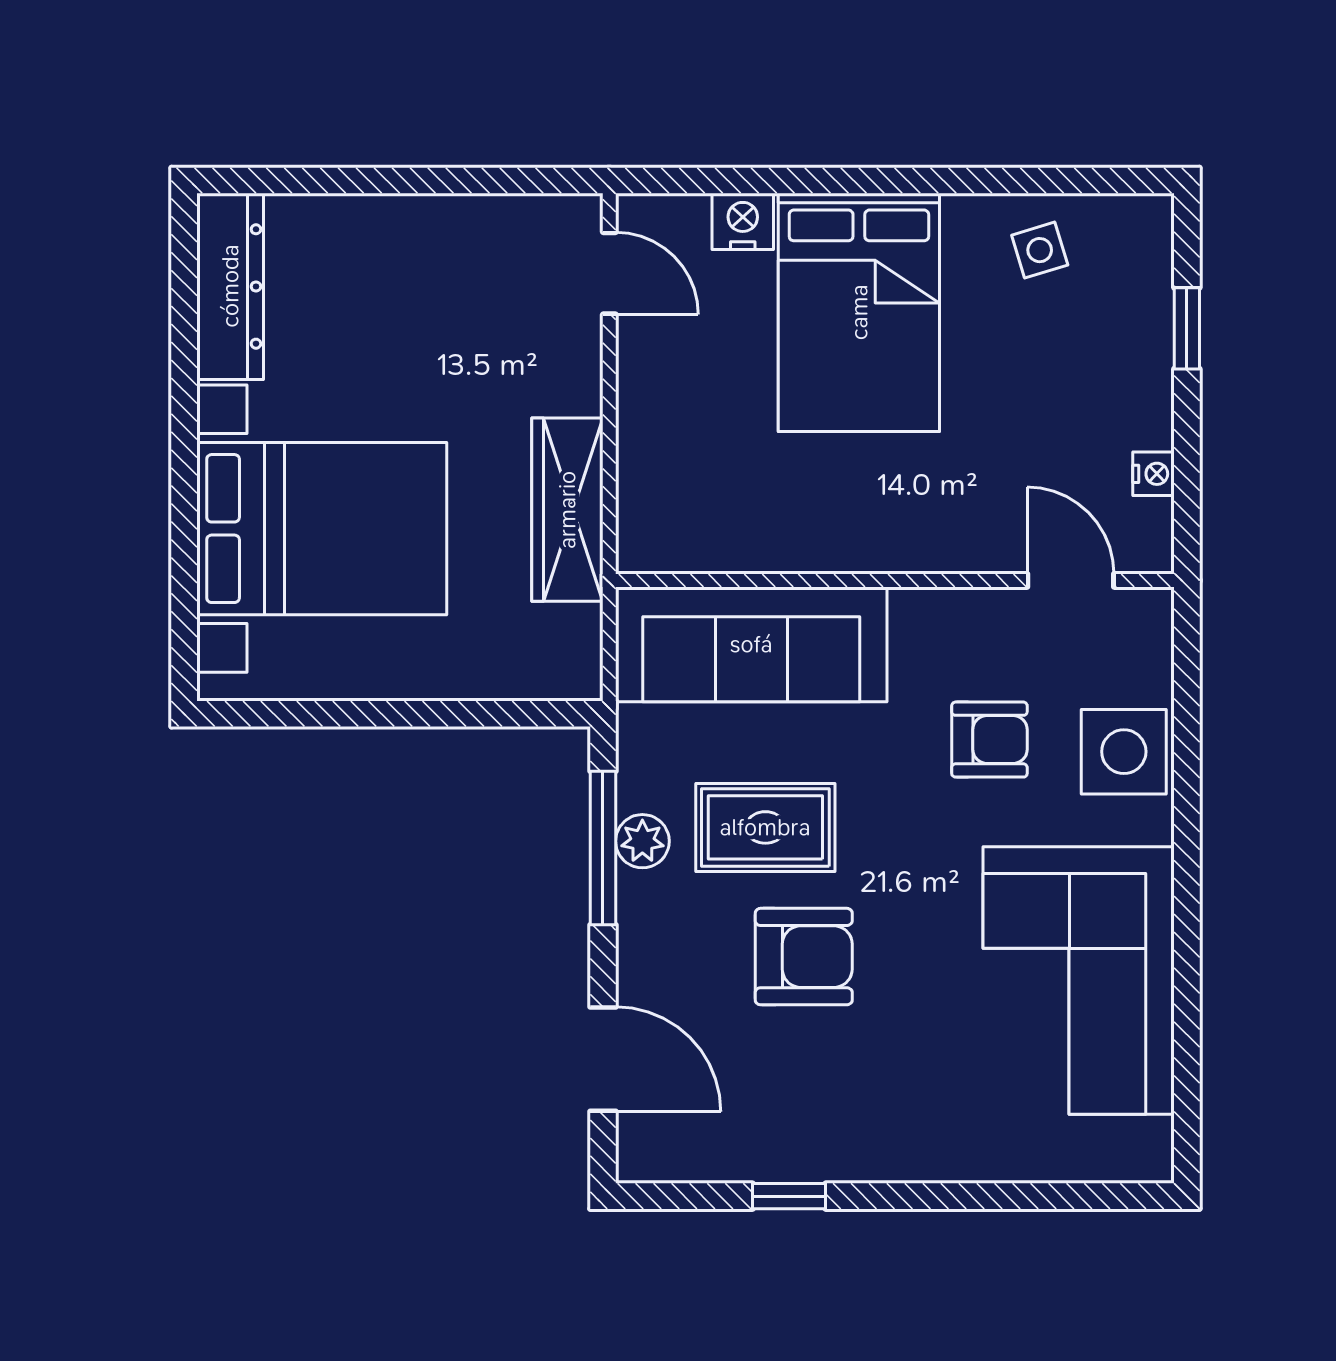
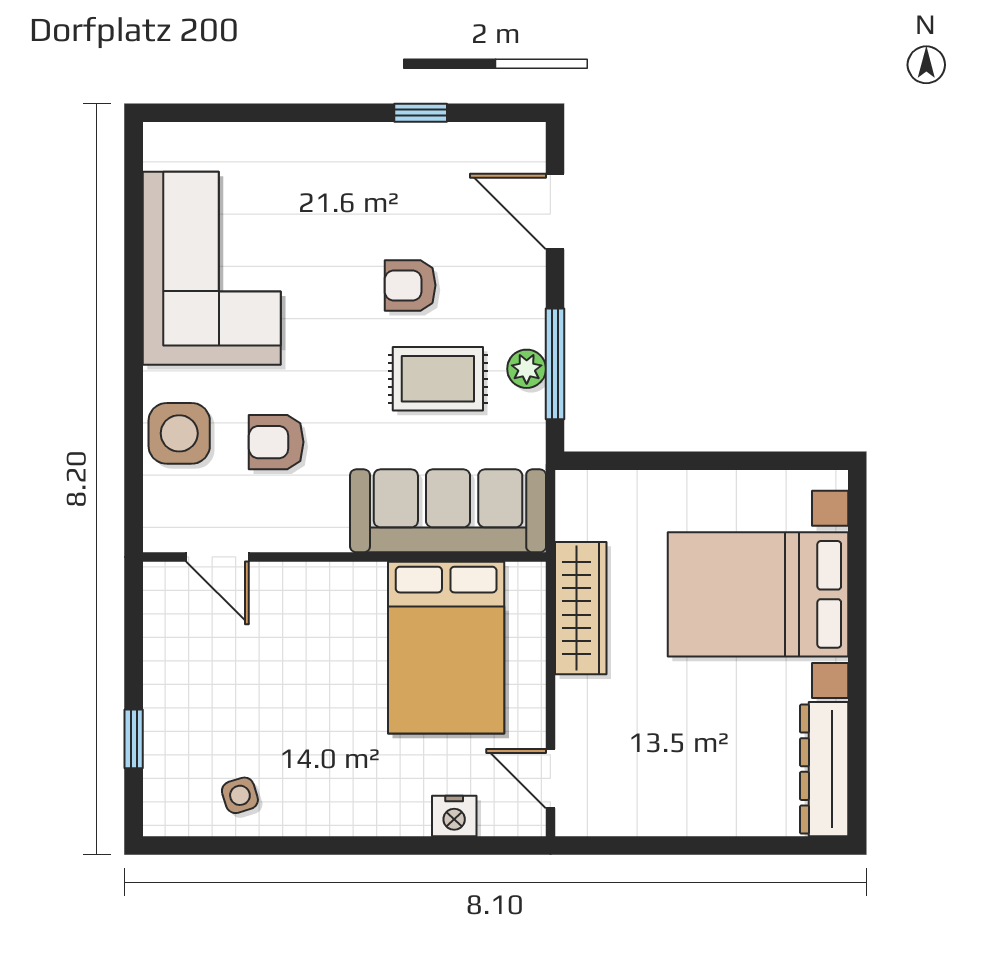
bed: (859, 312) -> (446, 648), moved, turned 180
nightstand: (1154, 474) -> (158, 634), removed
armchair: (804, 957) -> (410, 285), width x0.72, depth x0.72

